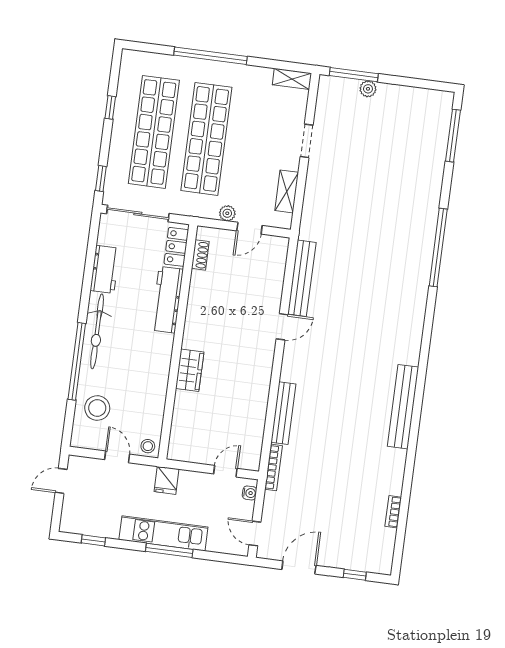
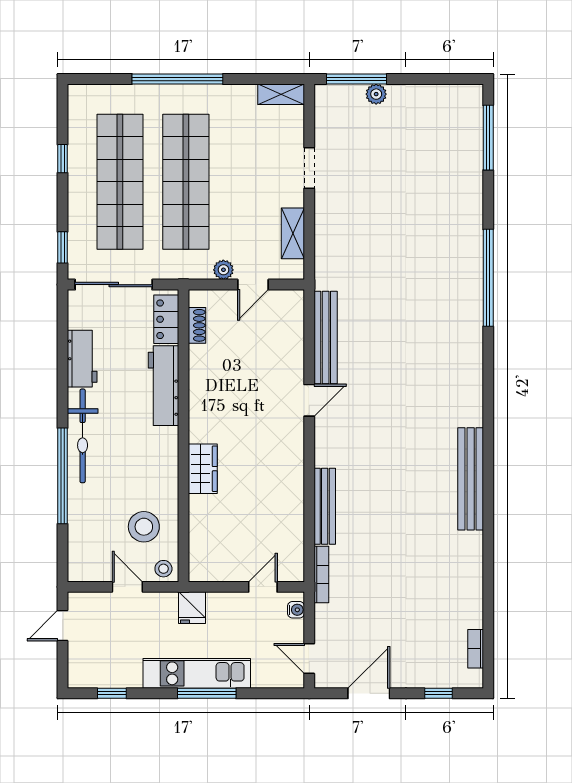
stool: (97, 408) -> (144, 527), moved
bookcase: (393, 512) -> (476, 649), moved

